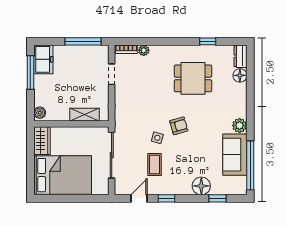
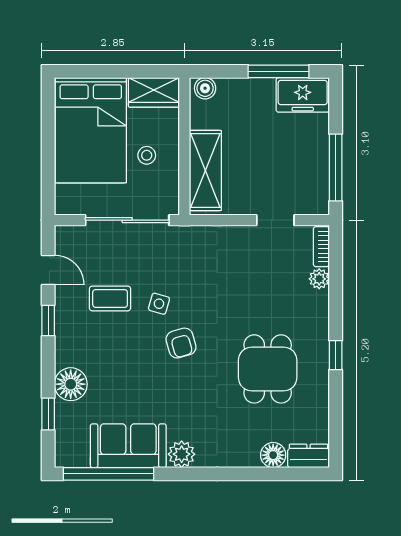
window: (208, 41) -> (336, 355), moved
shelving: (85, 115) -> (205, 170), width x1.50, depth x1.33
stool: (76, 145) -> (147, 155), added

